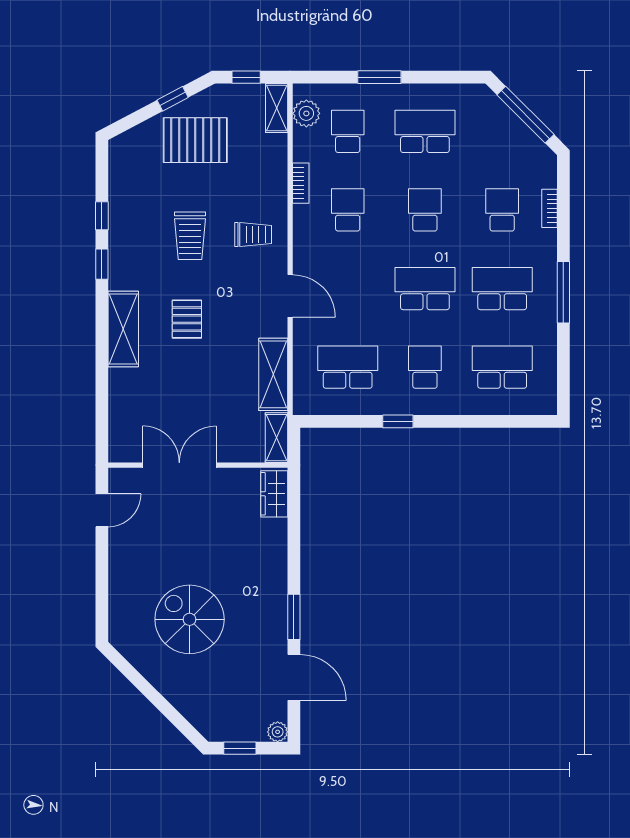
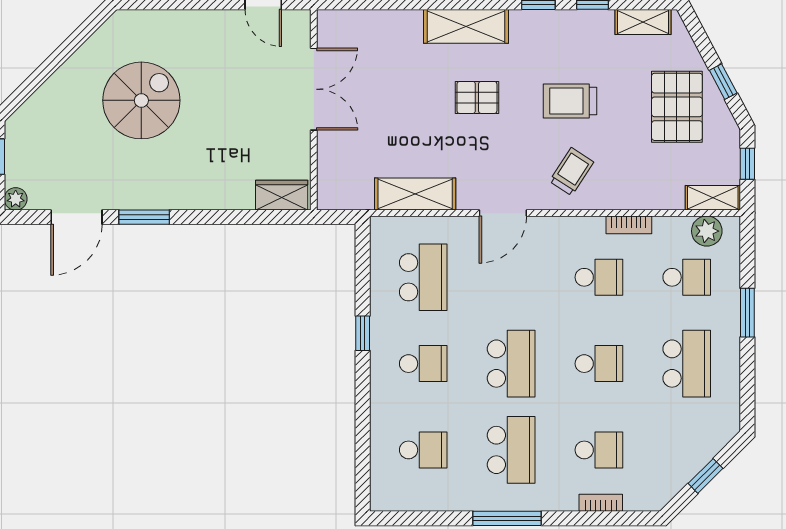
window: (525, 115) -> (705, 476), width x0.46
trolley: (253, 234) -> (572, 172), turned -147
school desk: (502, 367) -> (423, 450), width x0.54
shelving: (277, 438) -> (643, 22), moved

